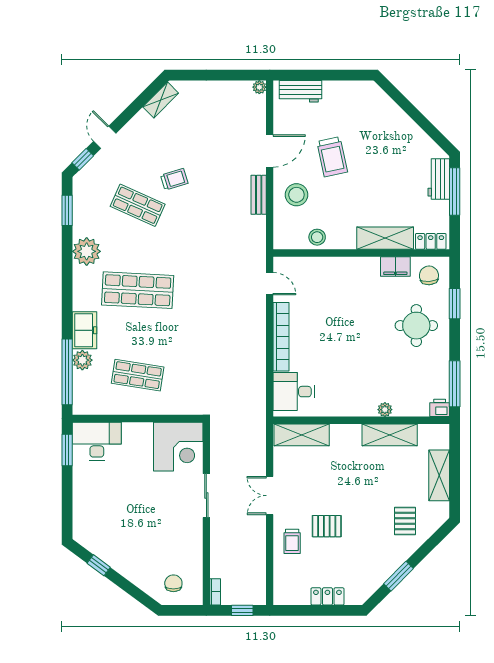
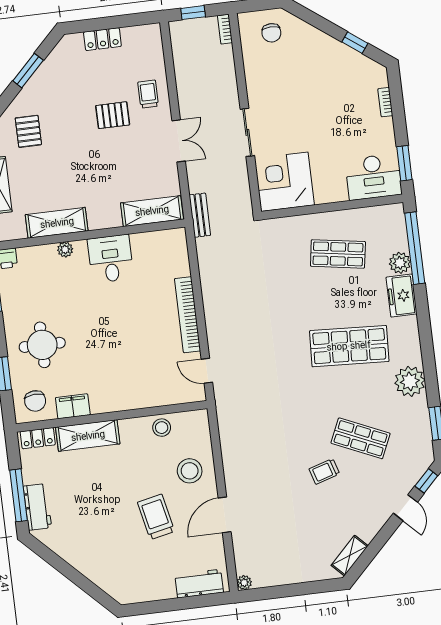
bench: (259, 195) -> (200, 215), moved
desk: (294, 392) -> (111, 259), moved, turned -90
bookcase: (78, 508) -> (385, 102), added

